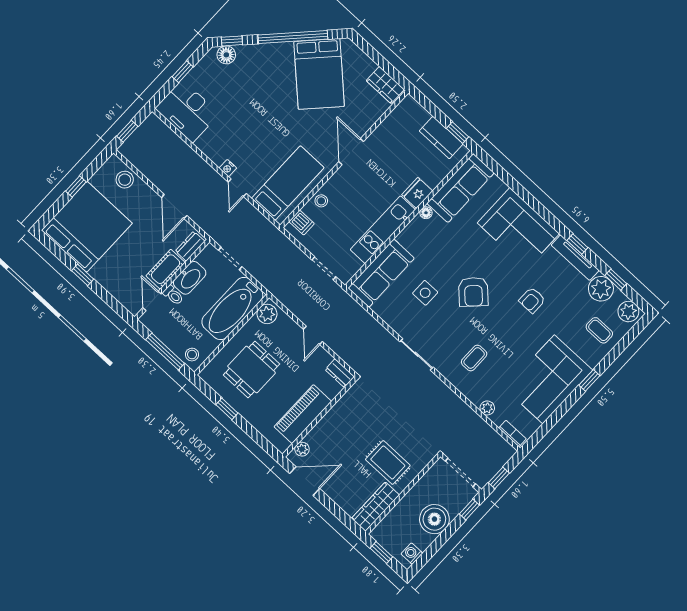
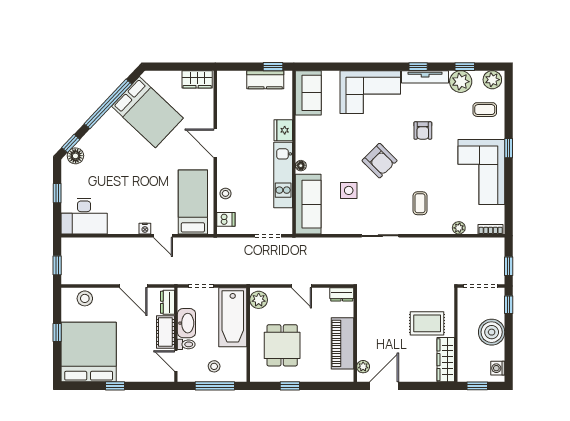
sofa: (460, 188) -> (308, 93), width x0.73
floor lamp: (426, 213) -> (301, 166), moved
stool: (192, 355) -> (214, 366), moved

